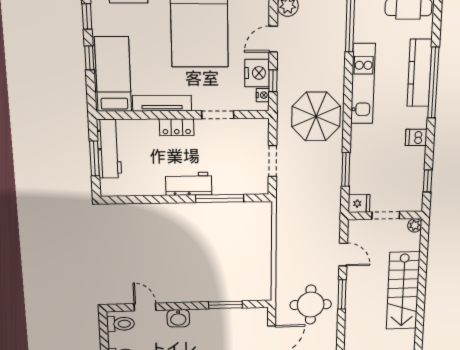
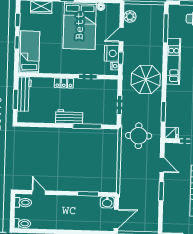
tv unit: (162, 103) -> (56, 69), removed
round table: (311, 305) -> (139, 136), moved
washbasin: (178, 318) -> (107, 202), moved

